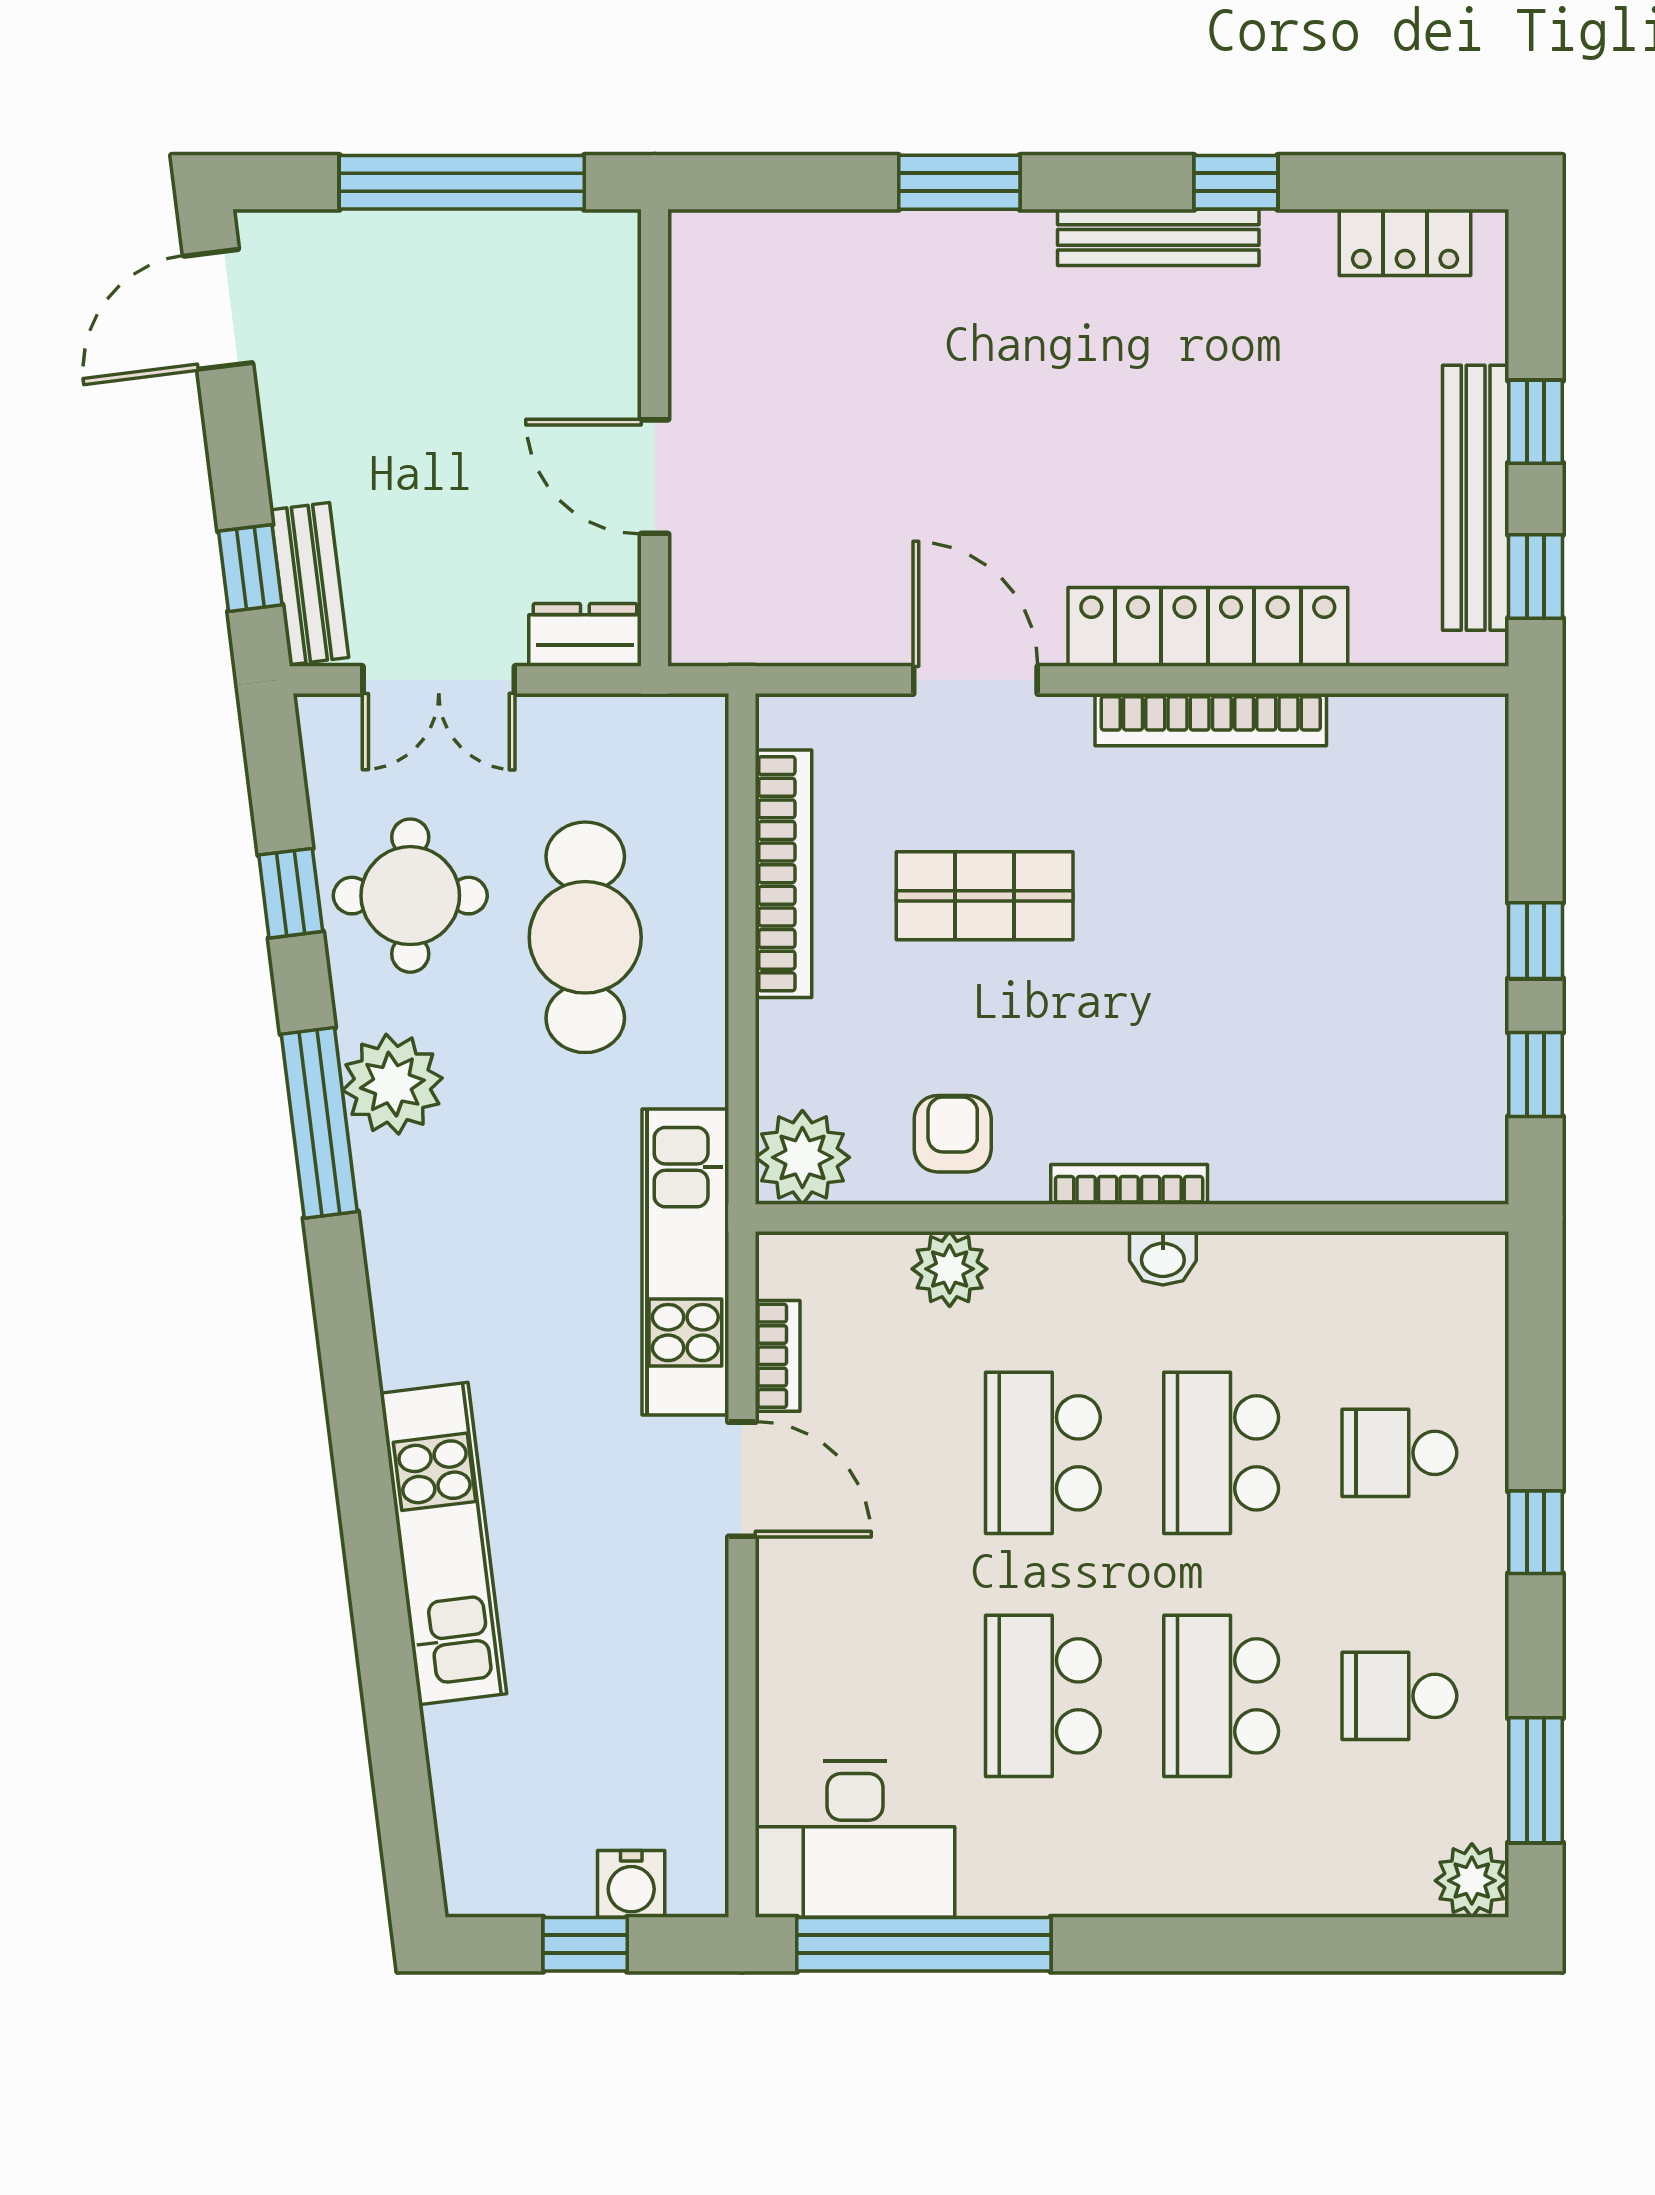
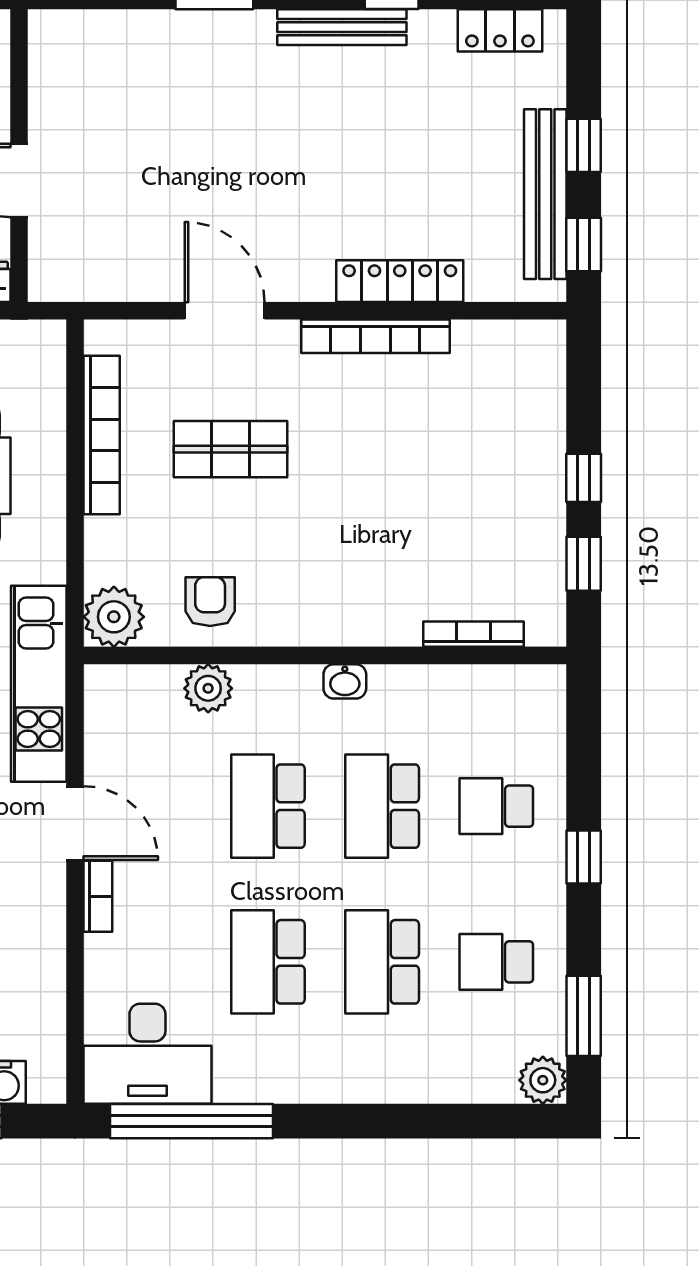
locker: (1208, 627) -> (400, 281), width x0.71, depth x0.83
bookcase: (1129, 1184) -> (474, 634), moved
bookcase: (778, 1356) -> (98, 896), moved

